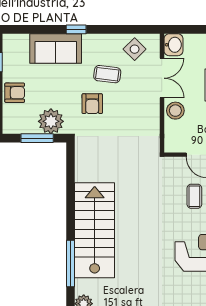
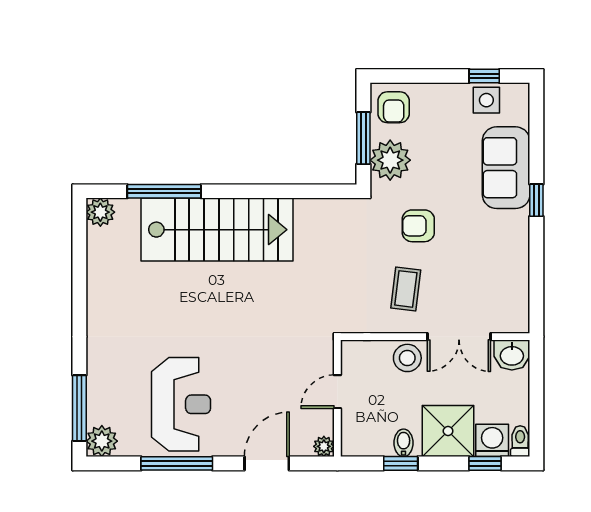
side table: (135, 49) -> (486, 100), moved, turned 45
coffee table: (107, 74) -> (406, 289), moved
armchair: (15, 93) -> (394, 107), moved
coffee table: (194, 196) -> (271, 388), removed

